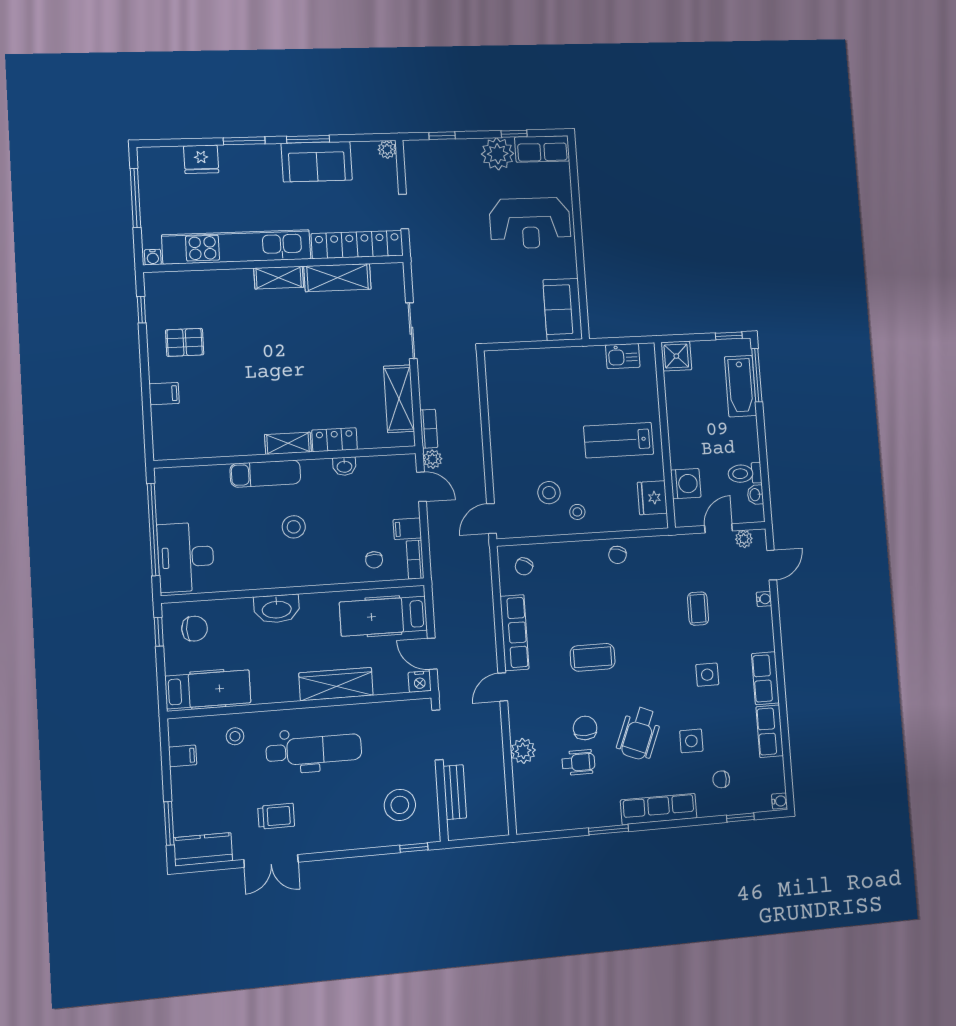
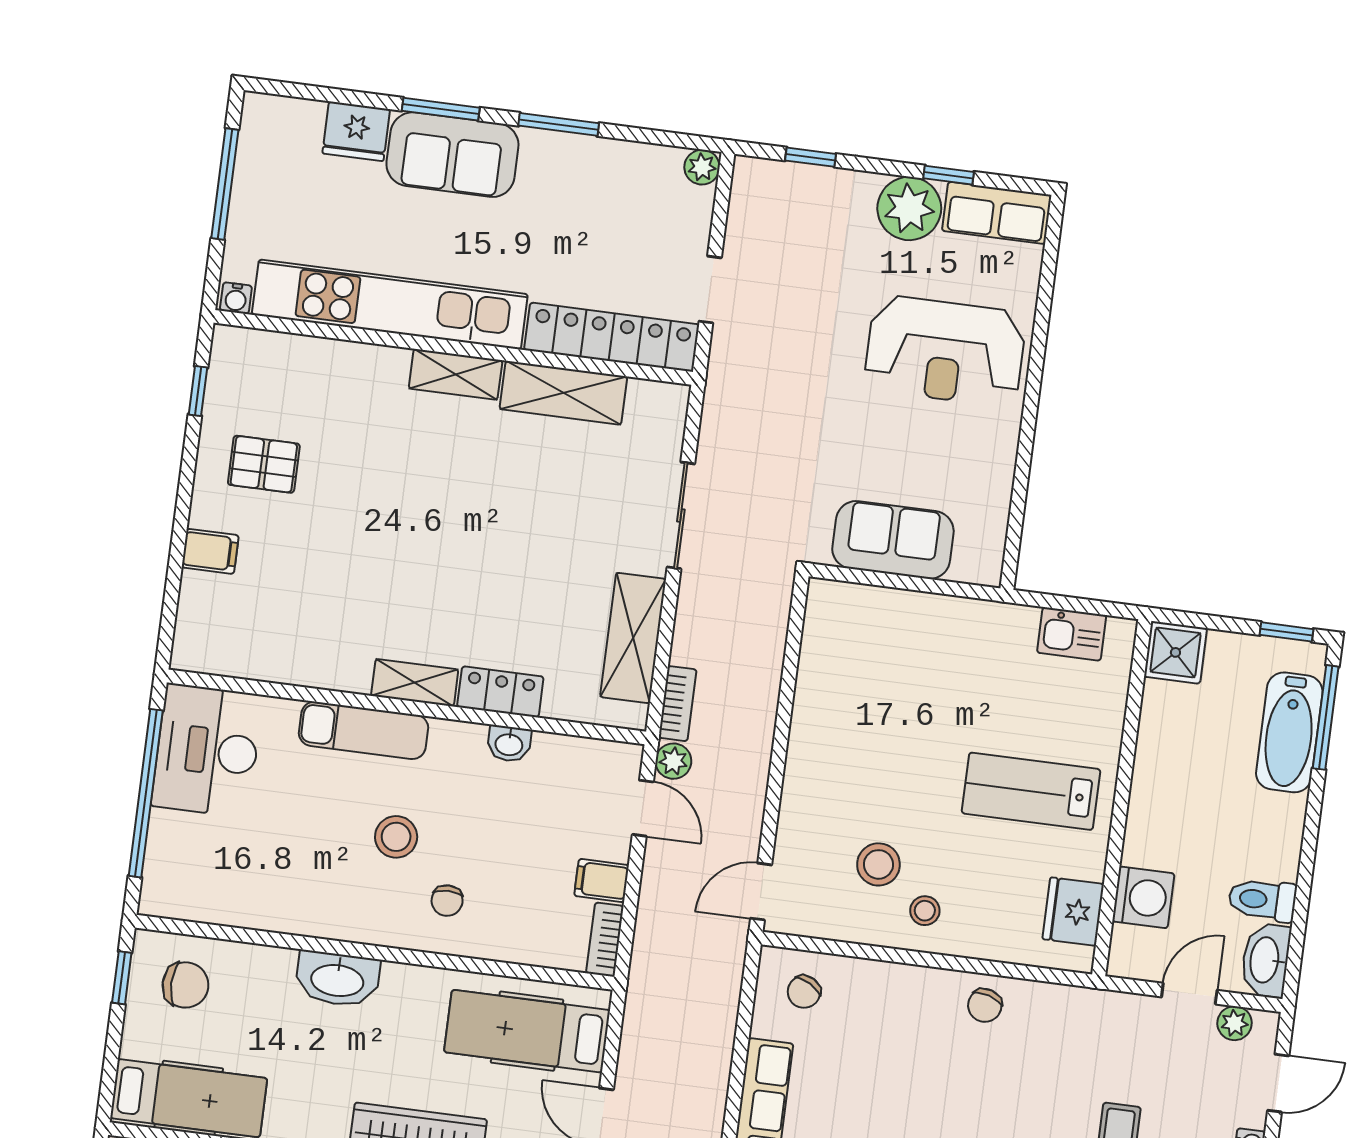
sofa: (317, 162) -> (452, 155), moved
sofa: (563, 309) -> (893, 540), moved, turned 90
washbasin: (755, 495) -> (1266, 960), width x1.91, depth x1.45
desk: (186, 557) -> (207, 750), moved
chair: (374, 560) -> (447, 901), moved

